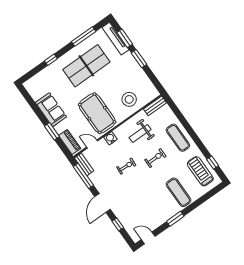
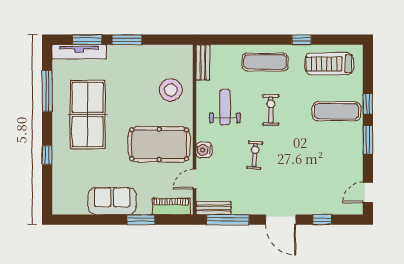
weight bench: (140, 133) -> (225, 107), turned 180
window: (213, 162) -> (301, 40), moved
window: (194, 206) -> (368, 104), added

